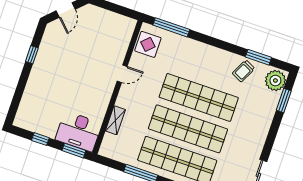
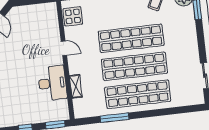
door: (122, 74) -> (64, 48), hinge flipped
desk: (79, 131) -> (52, 83), moved, turned -90

